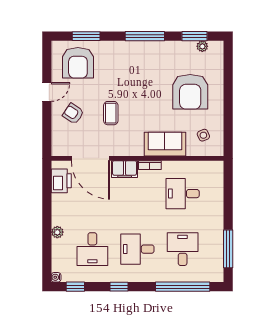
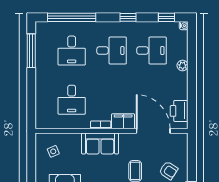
sofa: (165, 144) -> (100, 143), moved
desk: (183, 194) -> (72, 100), turned 90
desk: (92, 249) -> (152, 51), turned 90

